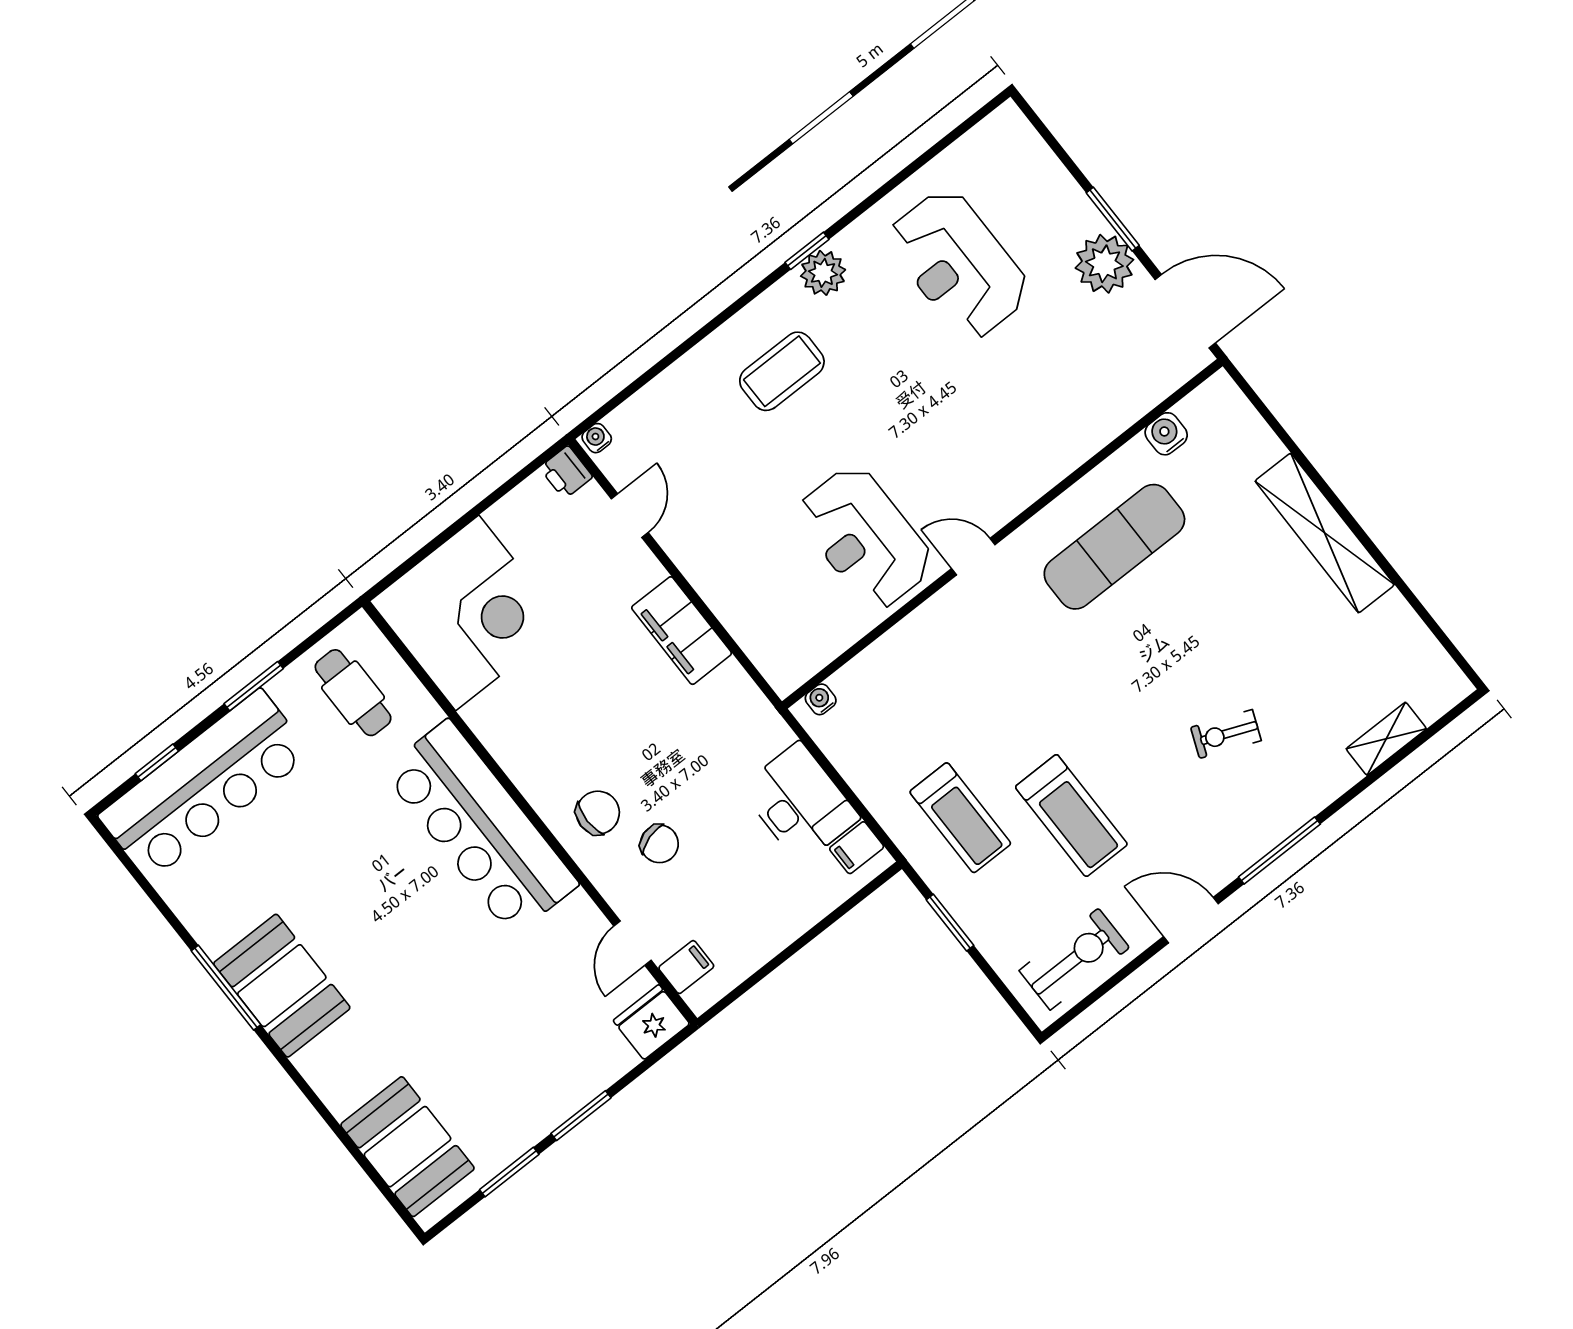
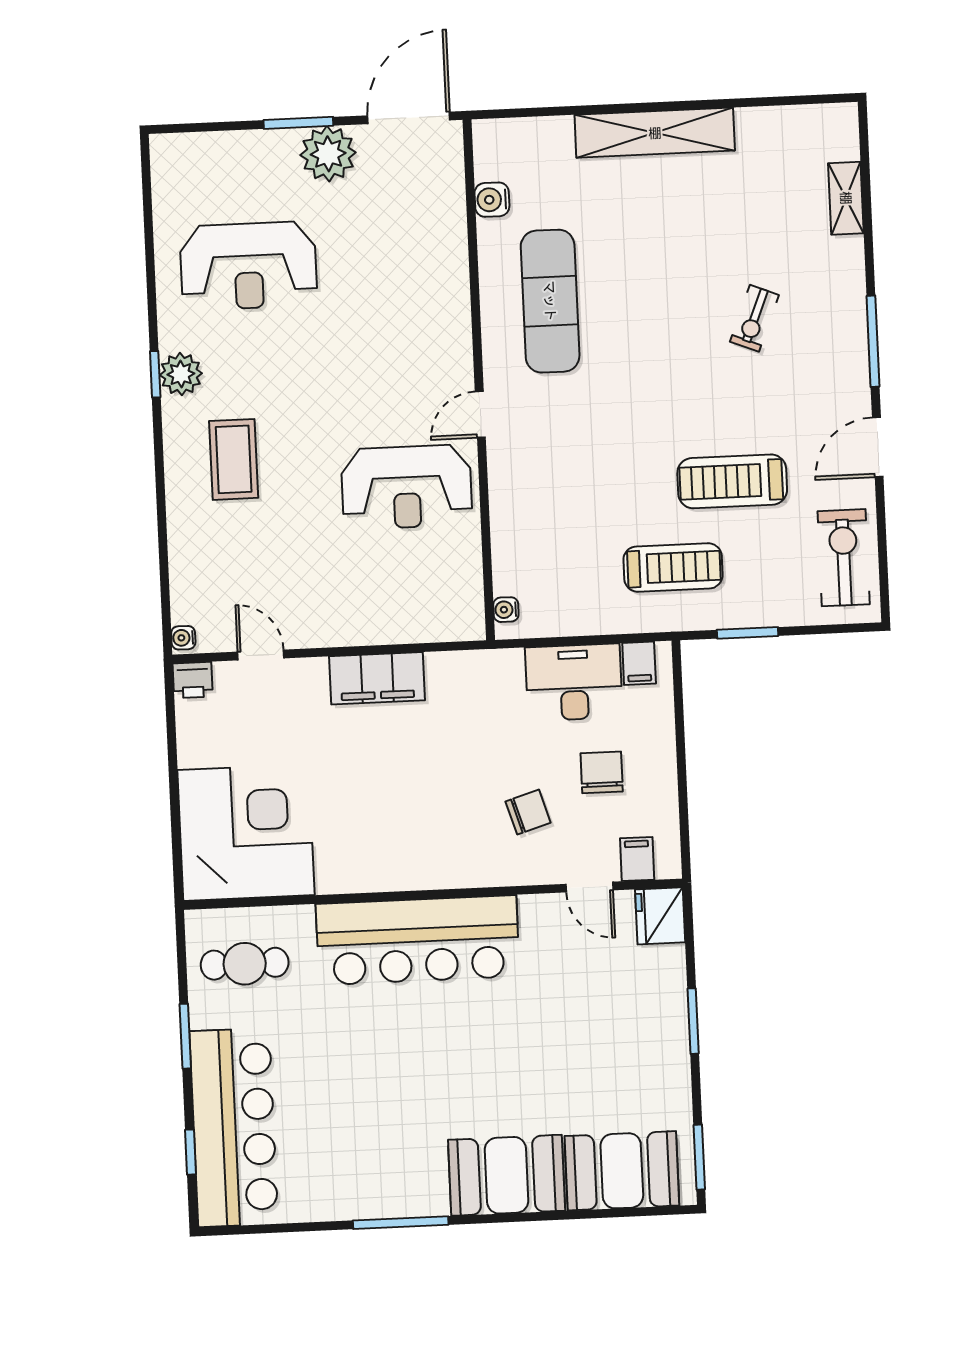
chair: (598, 813) -> (602, 772), moved
treadmill: (1071, 816) -> (732, 481), turned 180
booth: (282, 986) -> (507, 1175), moved
window: (509, 1172) -> (699, 1157), moved

